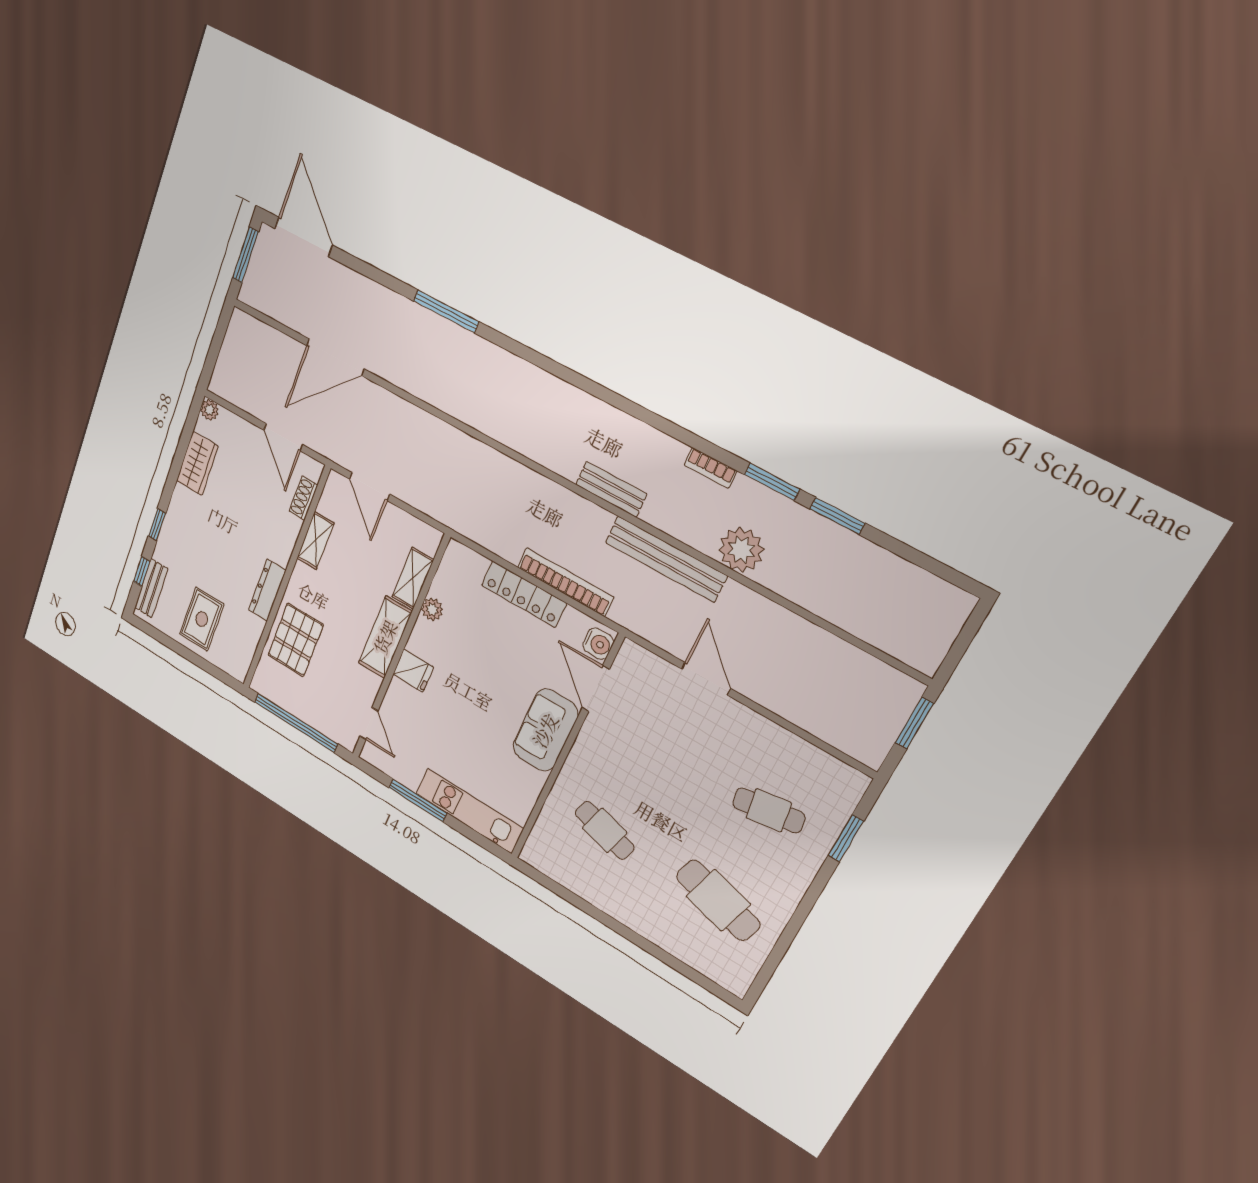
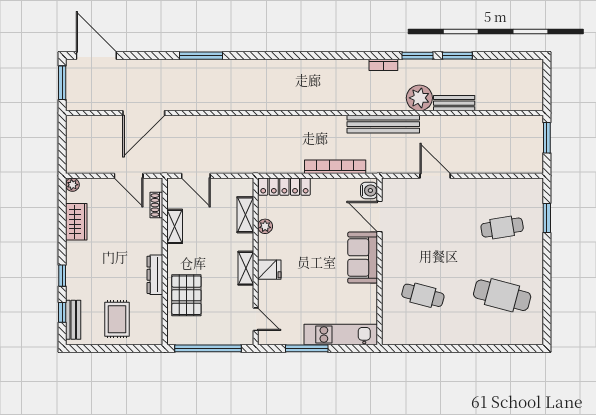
bench: (611, 489) -> (454, 103), moved
locker: (524, 594) -> (284, 187), moved
shelving: (385, 637) -> (246, 268), width x0.67, depth x0.75

